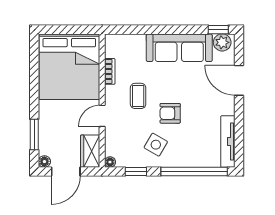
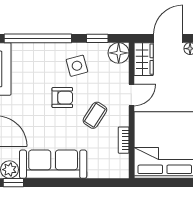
coffee table: (138, 96) -> (95, 115), turned 33
side table: (156, 145) -> (77, 66), turned 45
floor lamp: (110, 162) -> (119, 53), width x1.89, depth x1.89

